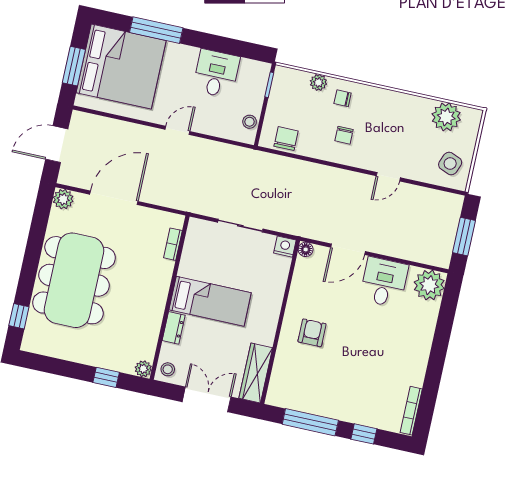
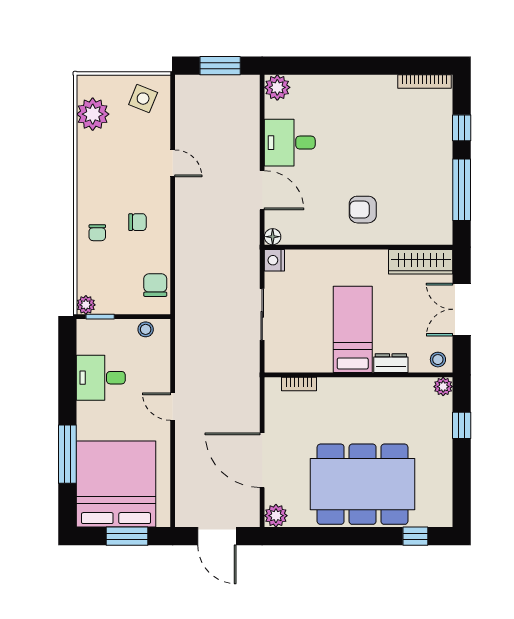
plant: (318, 82) -> (86, 305), moved
chair: (286, 139) -> (155, 285), turned 90
plant: (429, 285) -> (277, 87), width x0.73, depth x0.73

